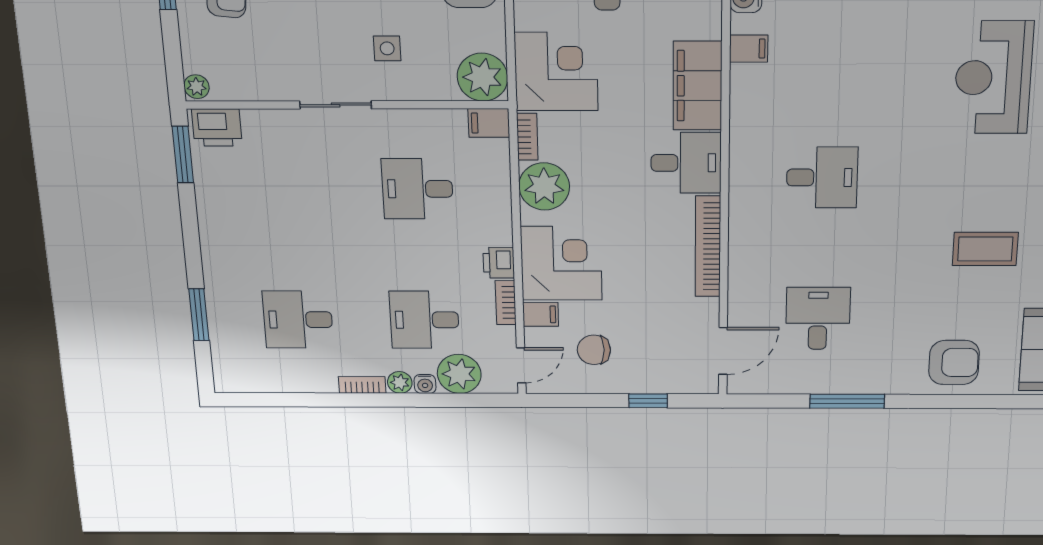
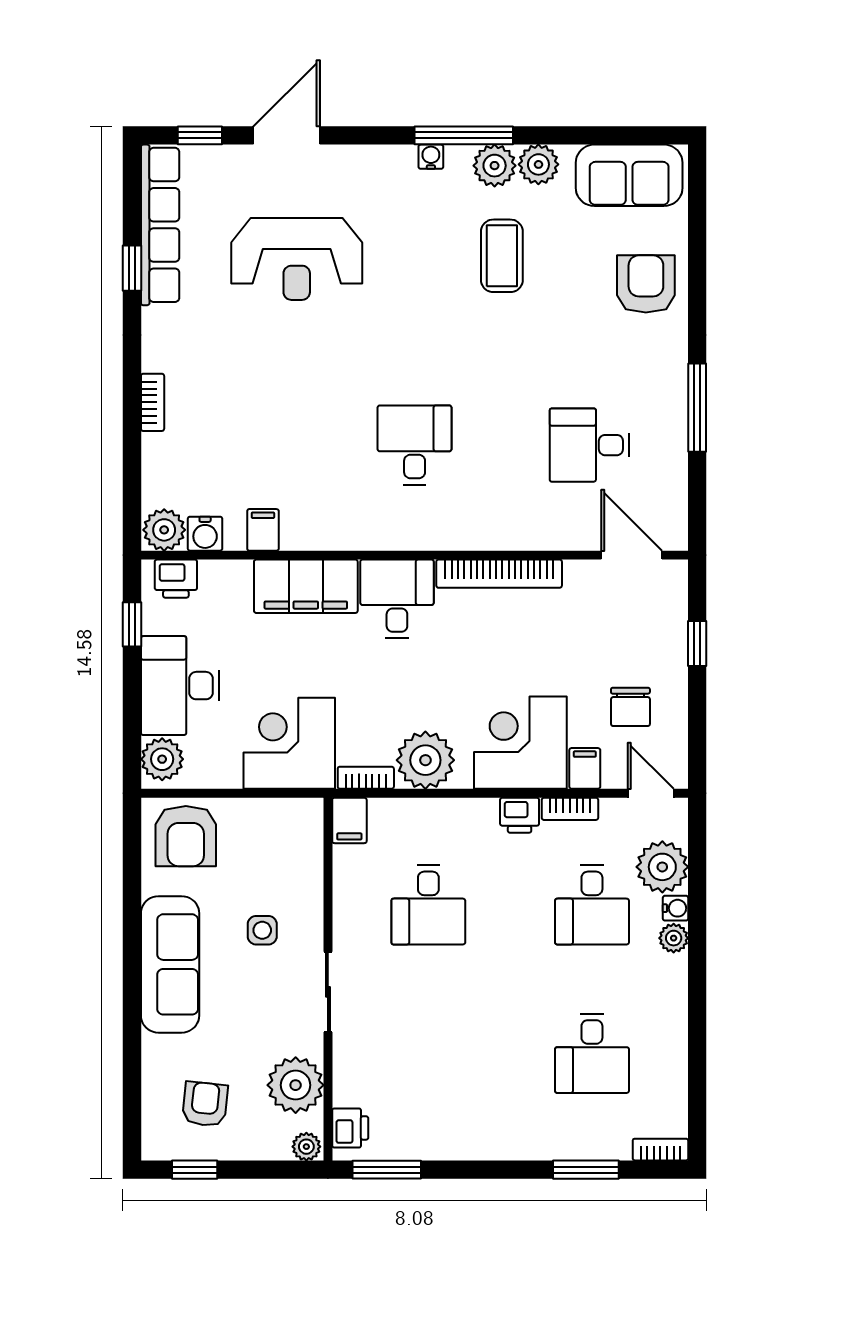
plant: (482, 77) -> (296, 1085), moved
printer: (217, 127) -> (350, 1128), width x0.73, depth x0.81
bookcase: (362, 385) -> (660, 1150), moved, turned 90

